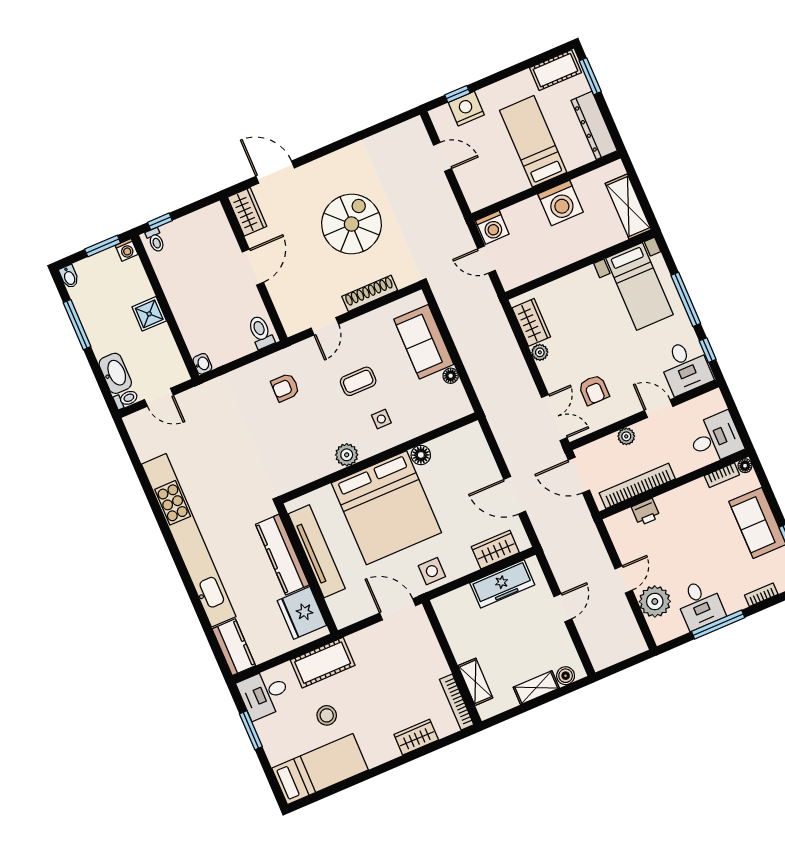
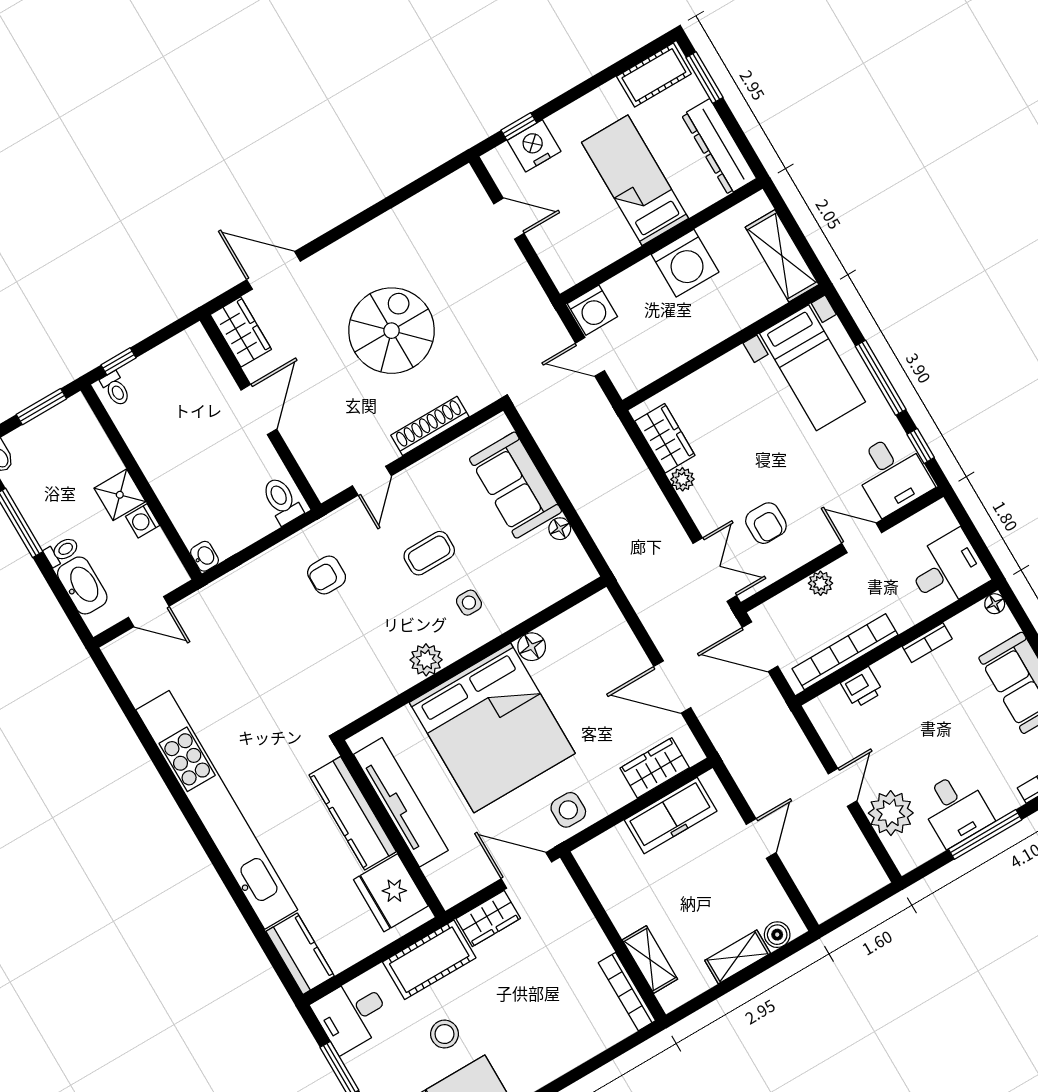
washing machine: (127, 250) -> (143, 521), moved, turned 90
toilet: (126, 399) -> (62, 551), moved
bookcase: (722, 475) -> (927, 643), moved
wardrobe: (416, 737) -> (488, 919), moved, turned 180

